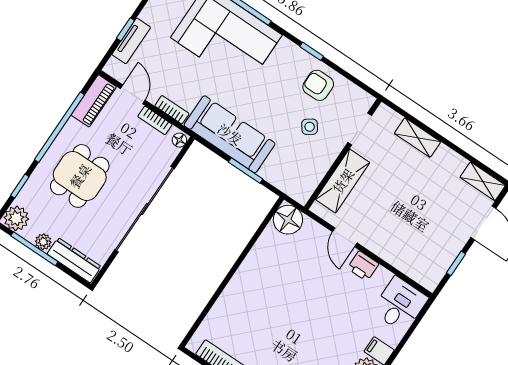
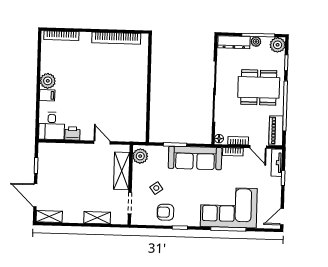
tv unit: (131, 41) -> (277, 163), moved
armchair: (318, 85) -> (165, 212), turned 180
dining table: (80, 176) -> (259, 87), width x1.38
plant: (304, 185) -> (140, 156), added
floor lamp: (288, 220) -> (137, 133), removed
printer: (363, 266) -> (72, 133), moved

